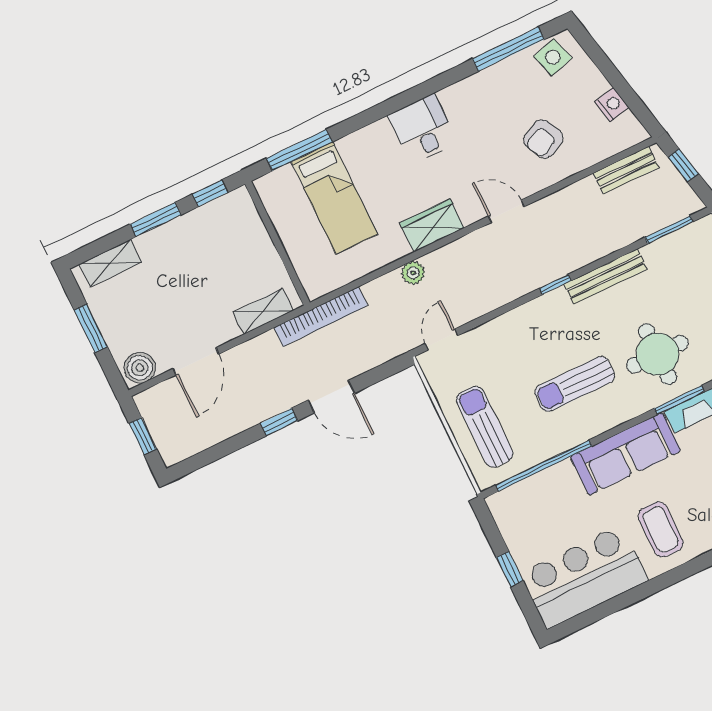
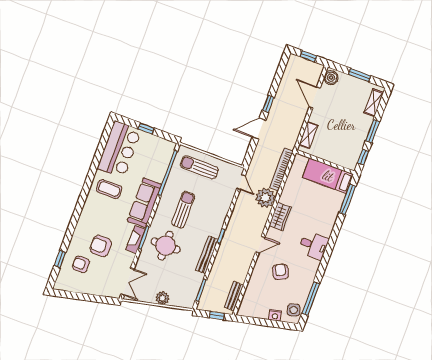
nightstand: (612, 105) -> (275, 315), moved
armchair: (543, 139) -> (280, 272), moved
bed: (334, 198) -> (328, 176), moved
plant: (413, 273) -> (265, 198), width x1.88, depth x1.88
bookcase: (321, 317) -> (281, 169), moved
sun lounger: (485, 427) -> (199, 167), turned 180

